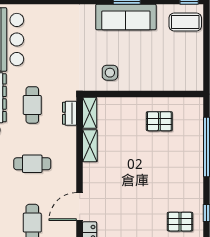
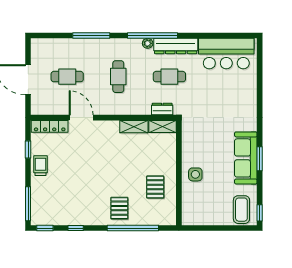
side table: (110, 73) -> (195, 174), moved
pallet: (180, 222) -> (119, 208), moved

